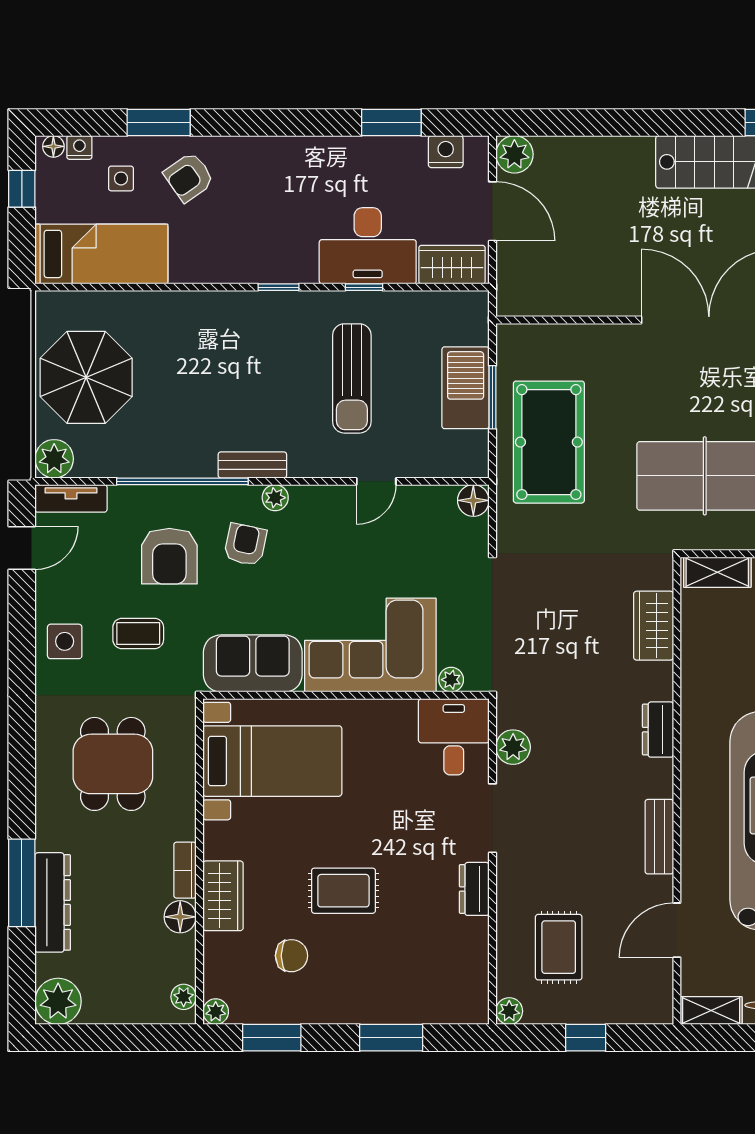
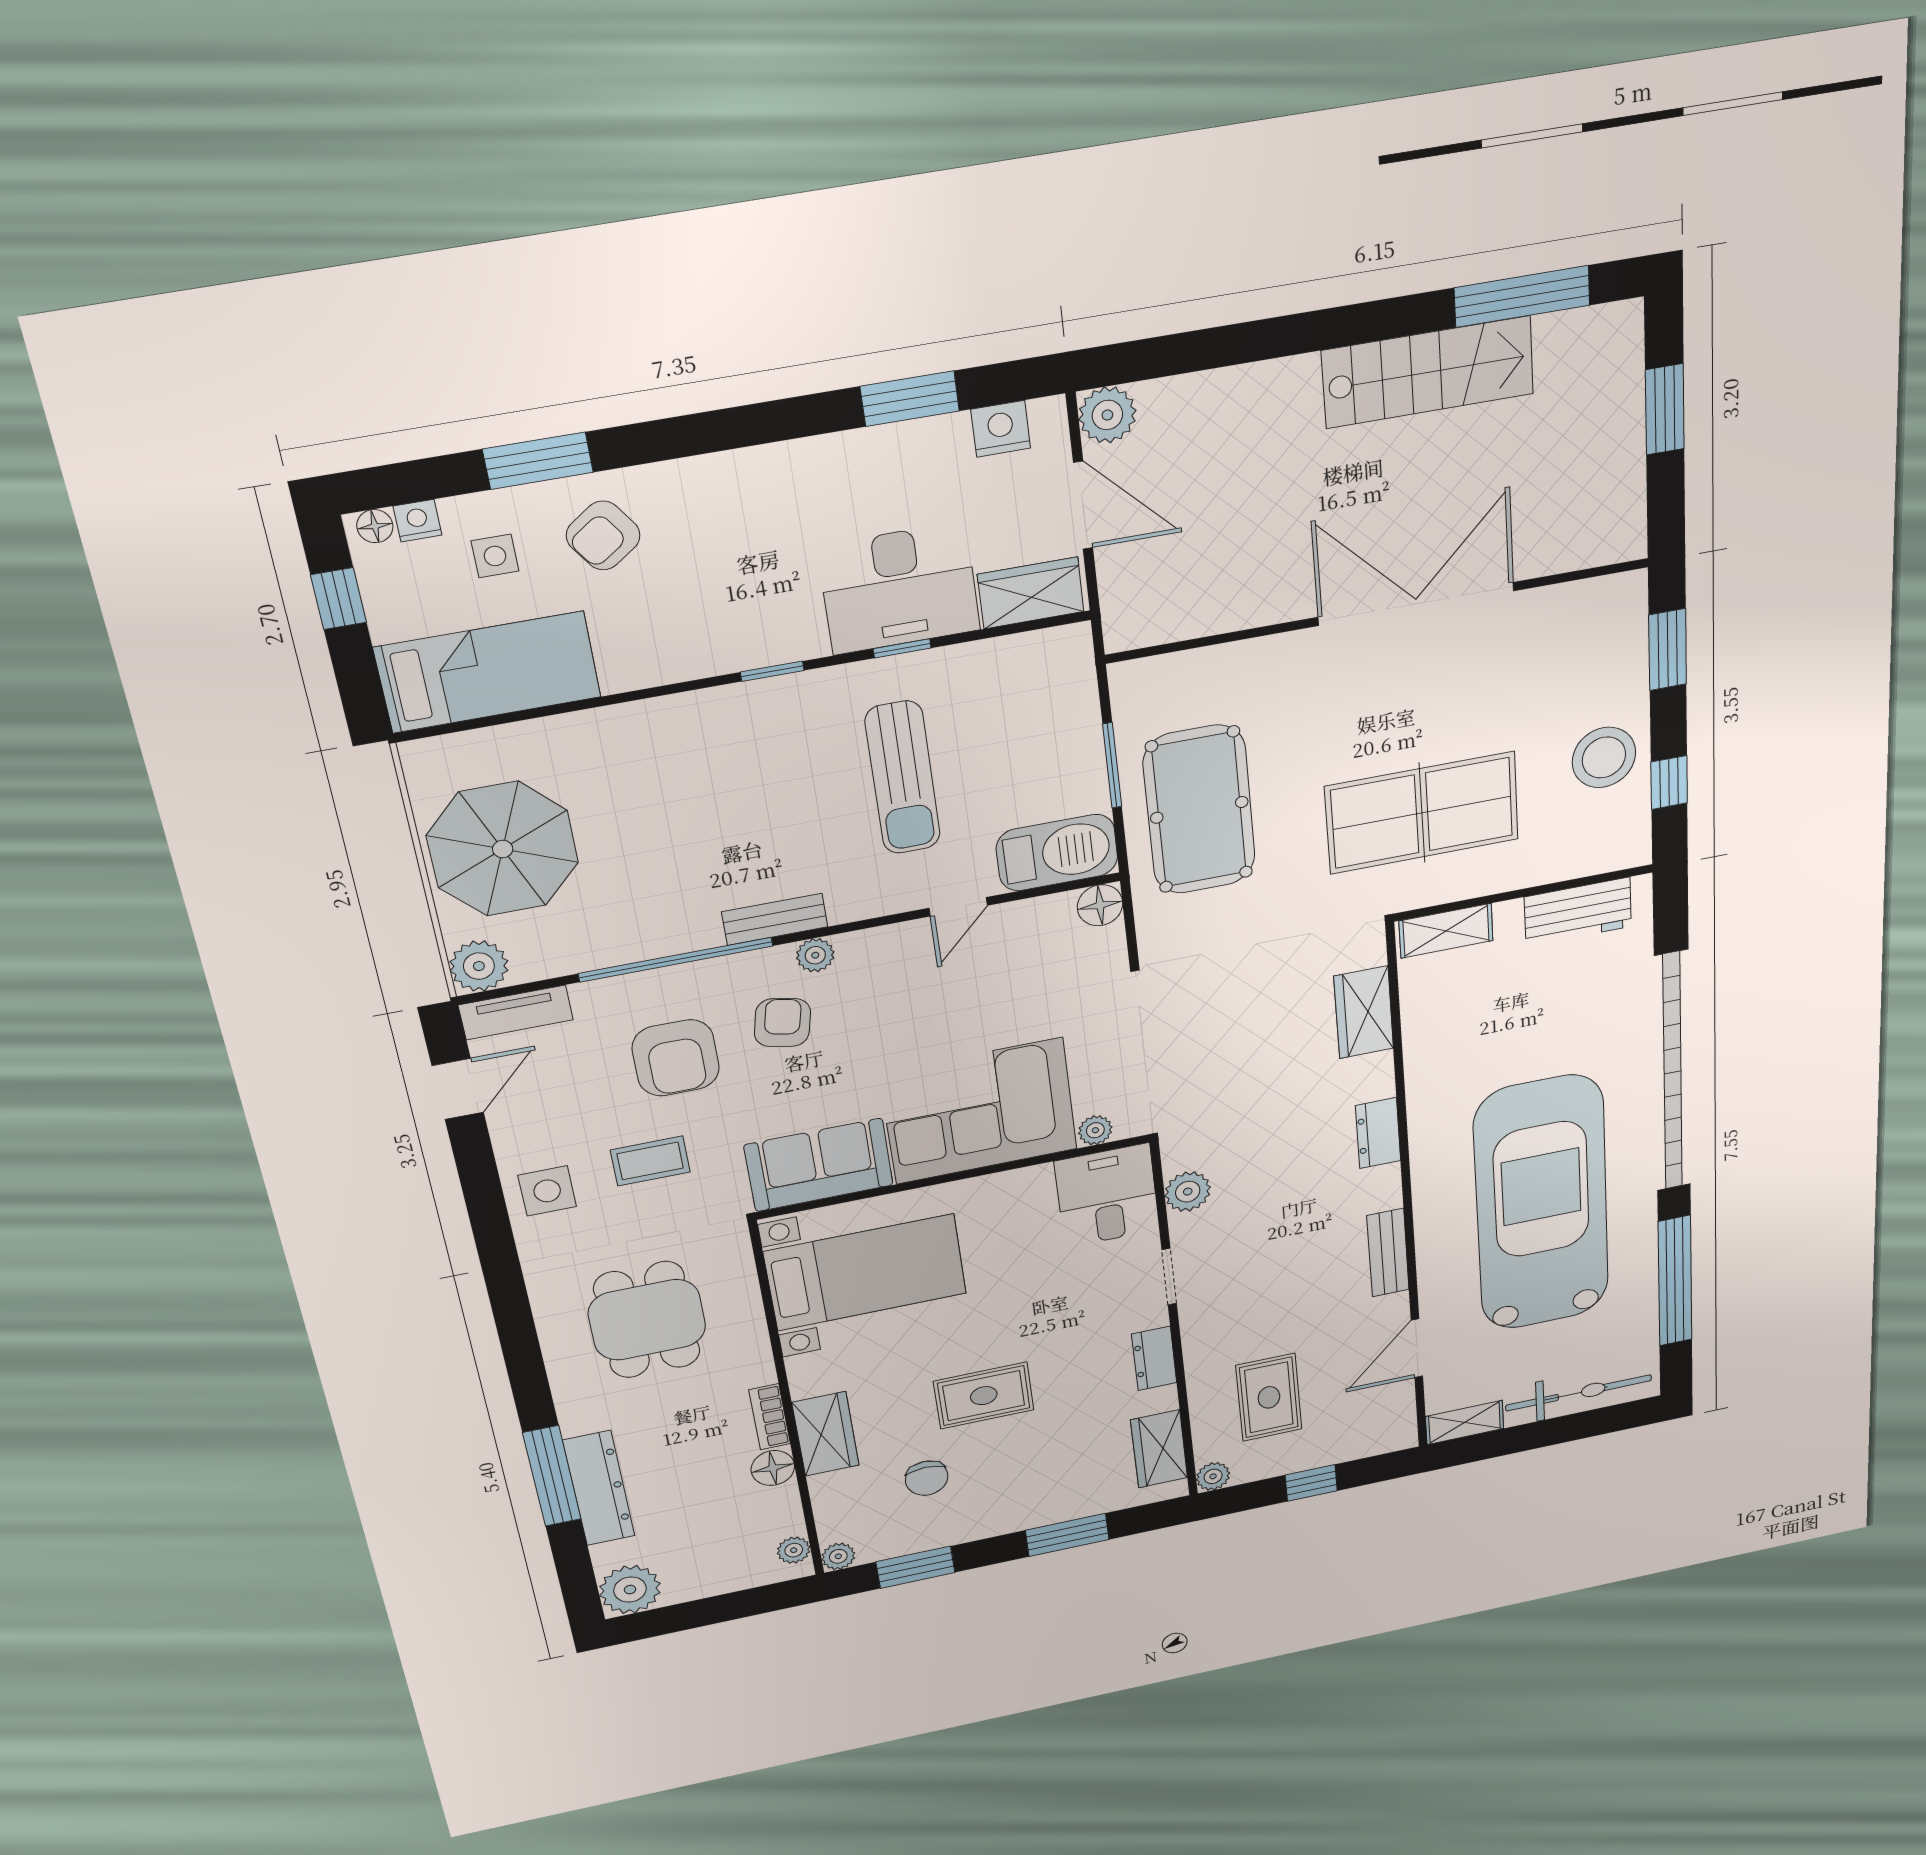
barbecue: (466, 388) -> (1057, 853), moved, turned 90
doorway: (492, 818) -> (1169, 1277), width x0.73
chair: (292, 956) -> (927, 1478), turned 90
wardrobe: (470, 974) -> (1159, 1449), added

